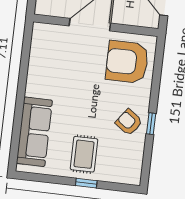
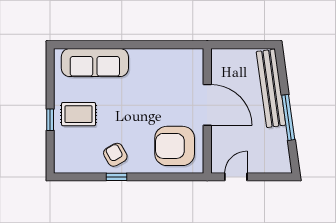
armchair: (127, 62) -> (175, 146), turned -90
armchair: (129, 122) -> (115, 155), turned -65

